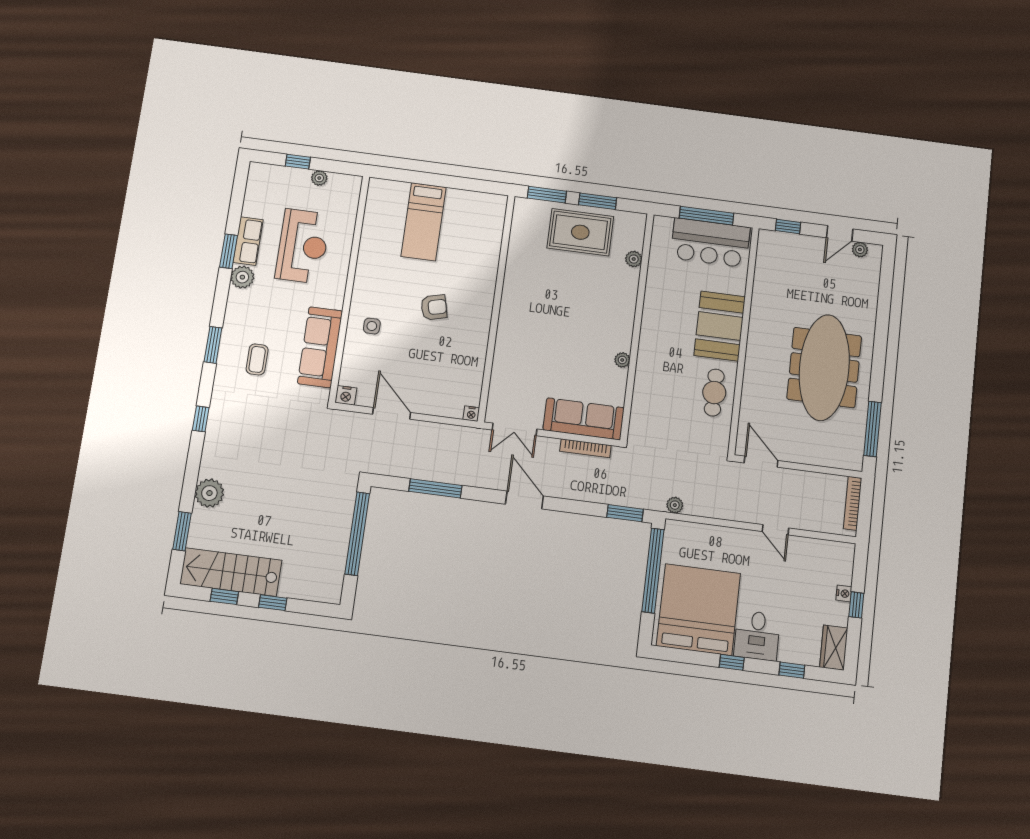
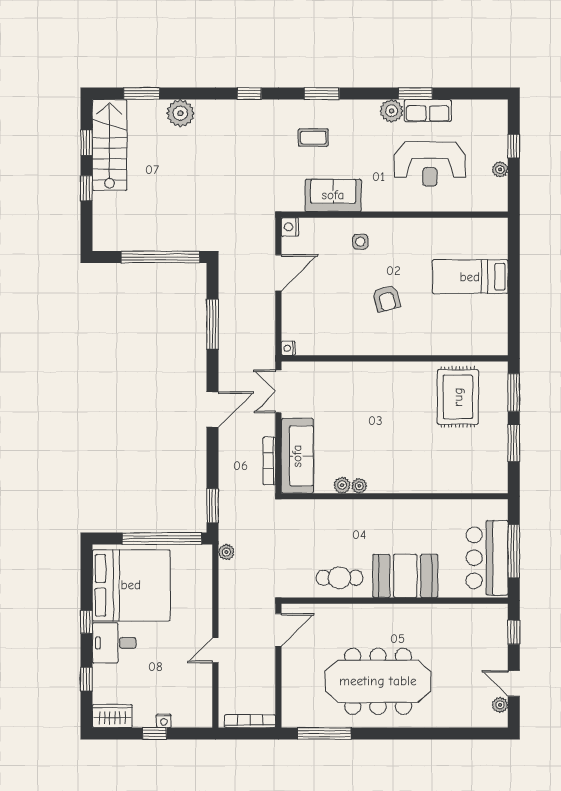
rug: (580, 232) -> (458, 397), moved
plant: (634, 259) -> (342, 485), moved
sofa: (320, 347) -> (333, 195), width x0.73

